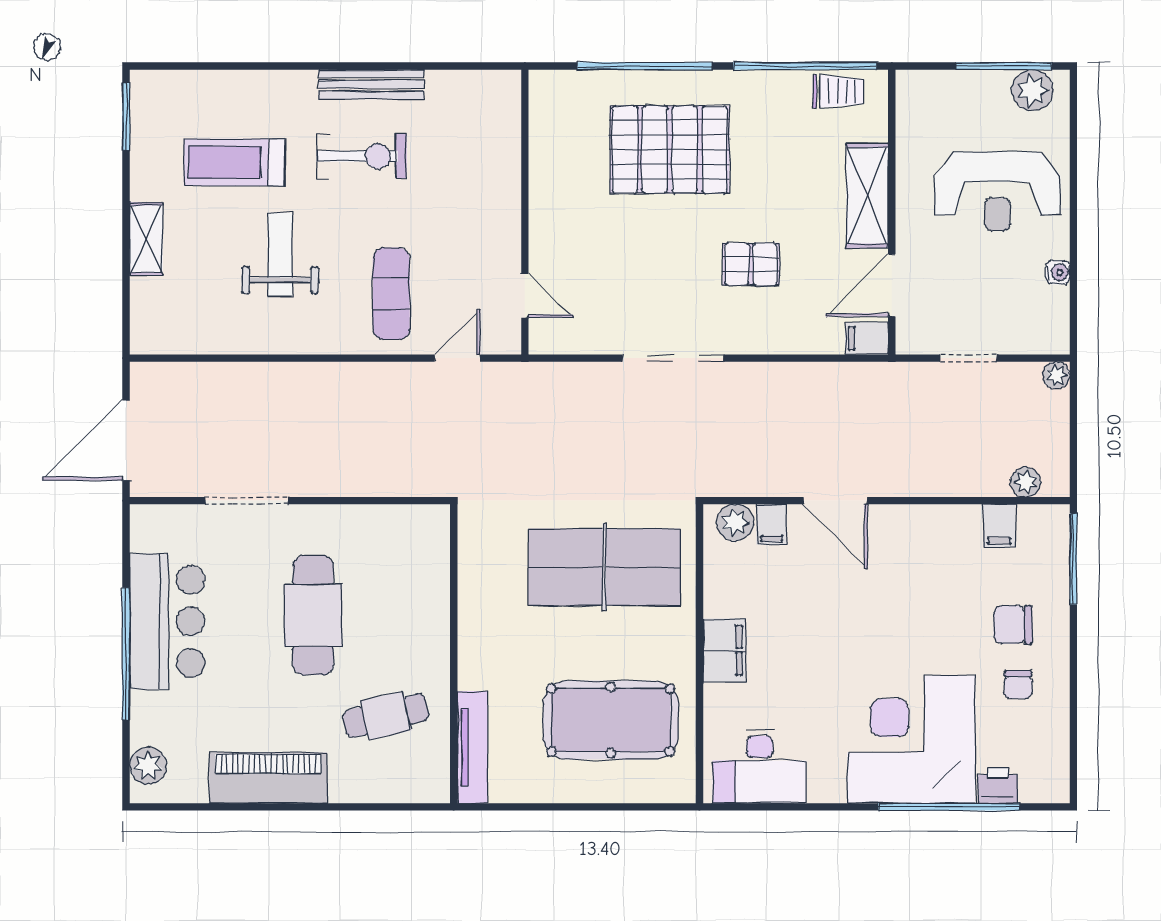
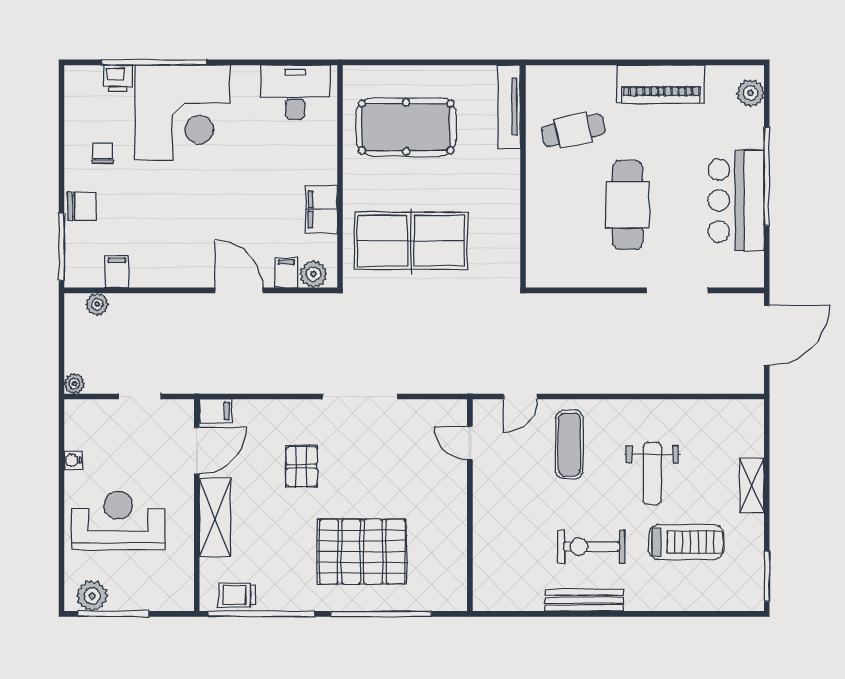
pallet: (751, 264) -> (302, 466), turned 90
chair: (1013, 625) -> (82, 206), moved
filing cabinet: (724, 650) -> (321, 209), moved

